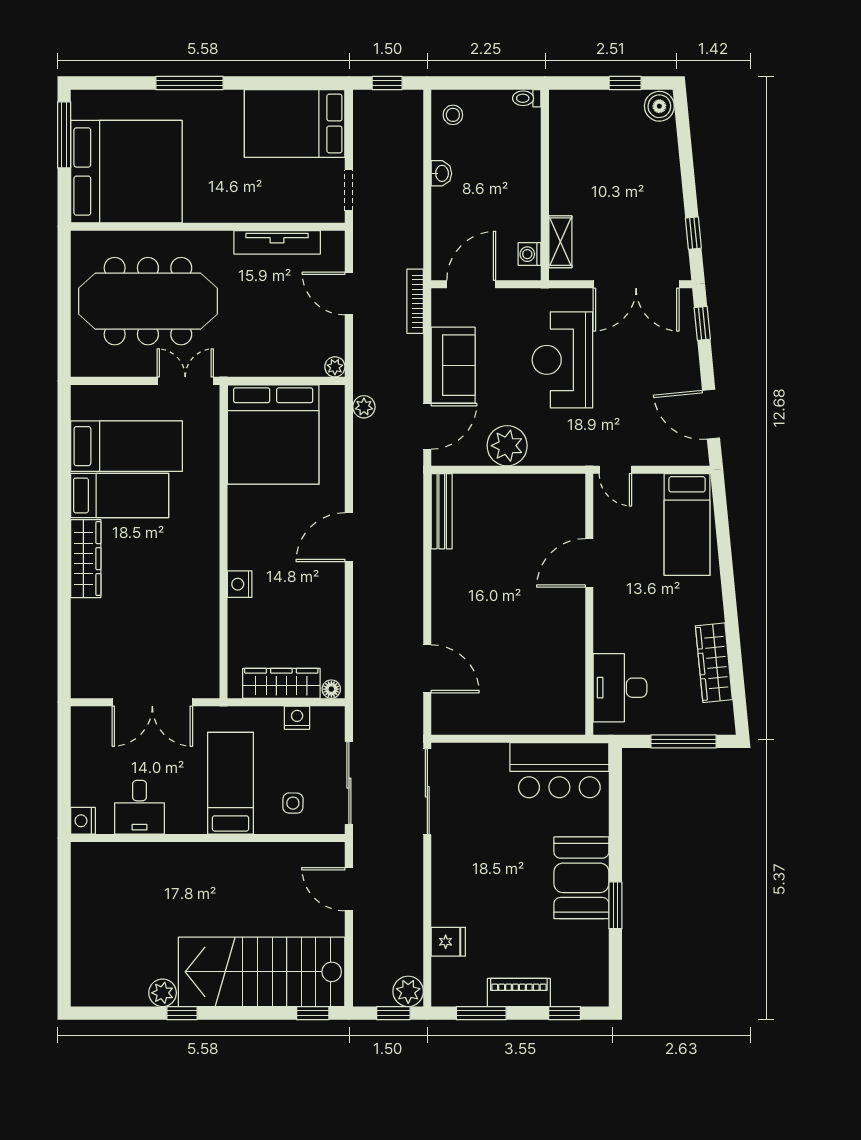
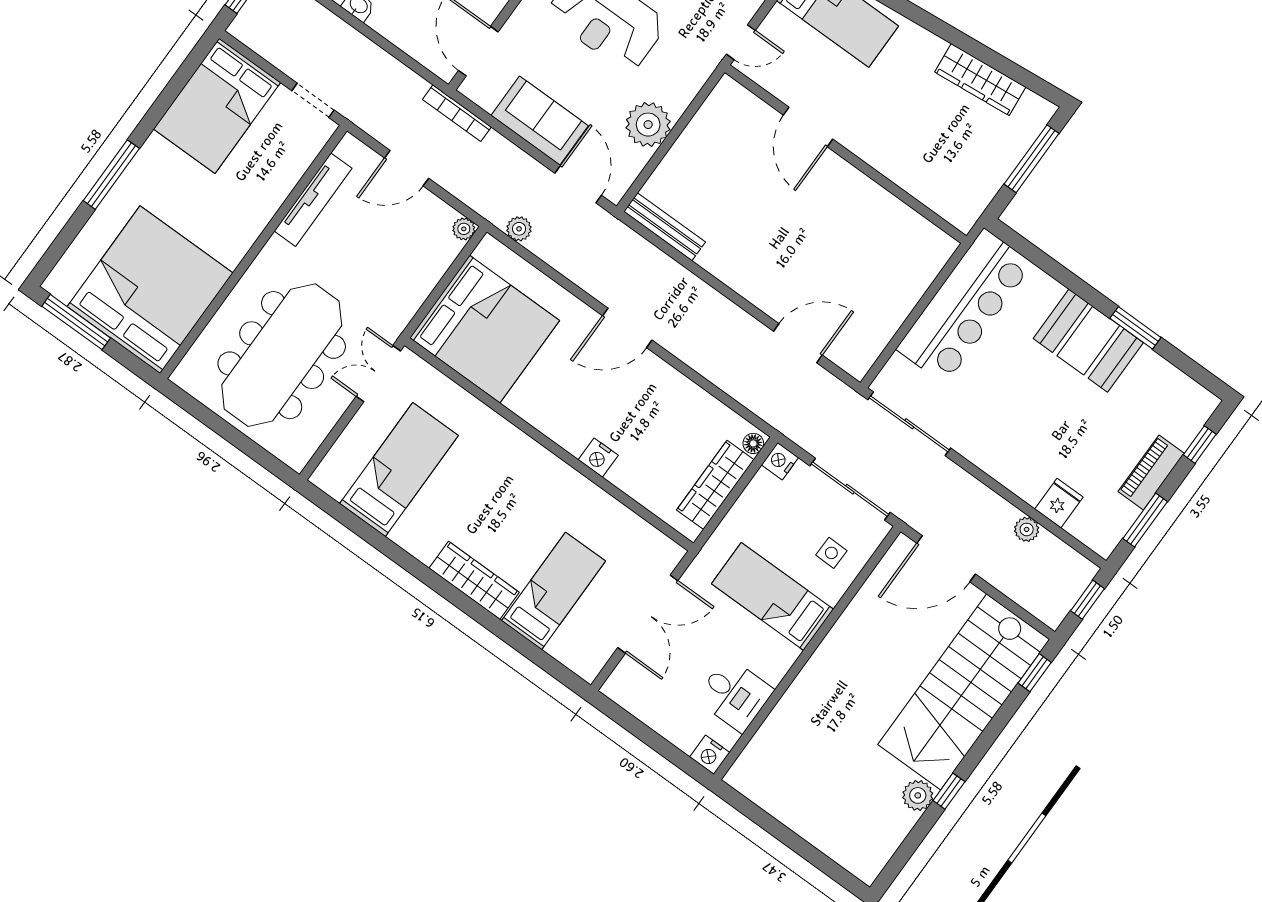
bed: (120, 495) -> (554, 591), moved
door: (349, 537) -> (627, 328), hinge flipped
desk: (620, 688) -> (941, 181), removed
nightstand: (297, 718) -> (780, 461), moved
bar counter: (559, 770) -> (964, 306), width x1.36
door: (349, 889) -> (946, 559), width x1.36
plant: (408, 991) -> (1027, 529), moved, width x0.73, depth x0.73

